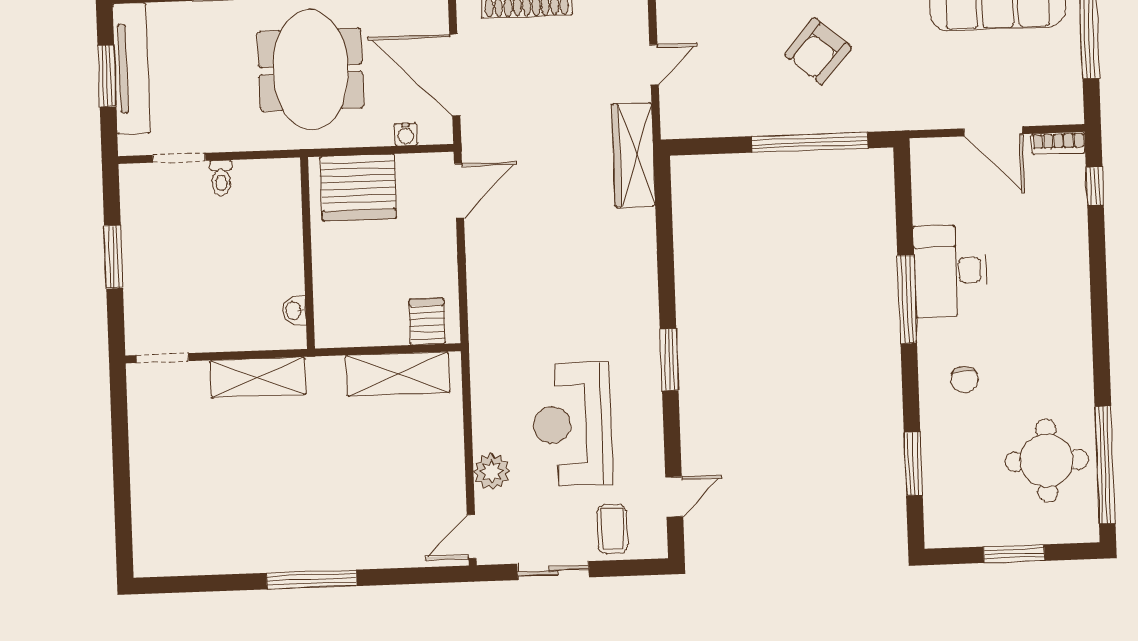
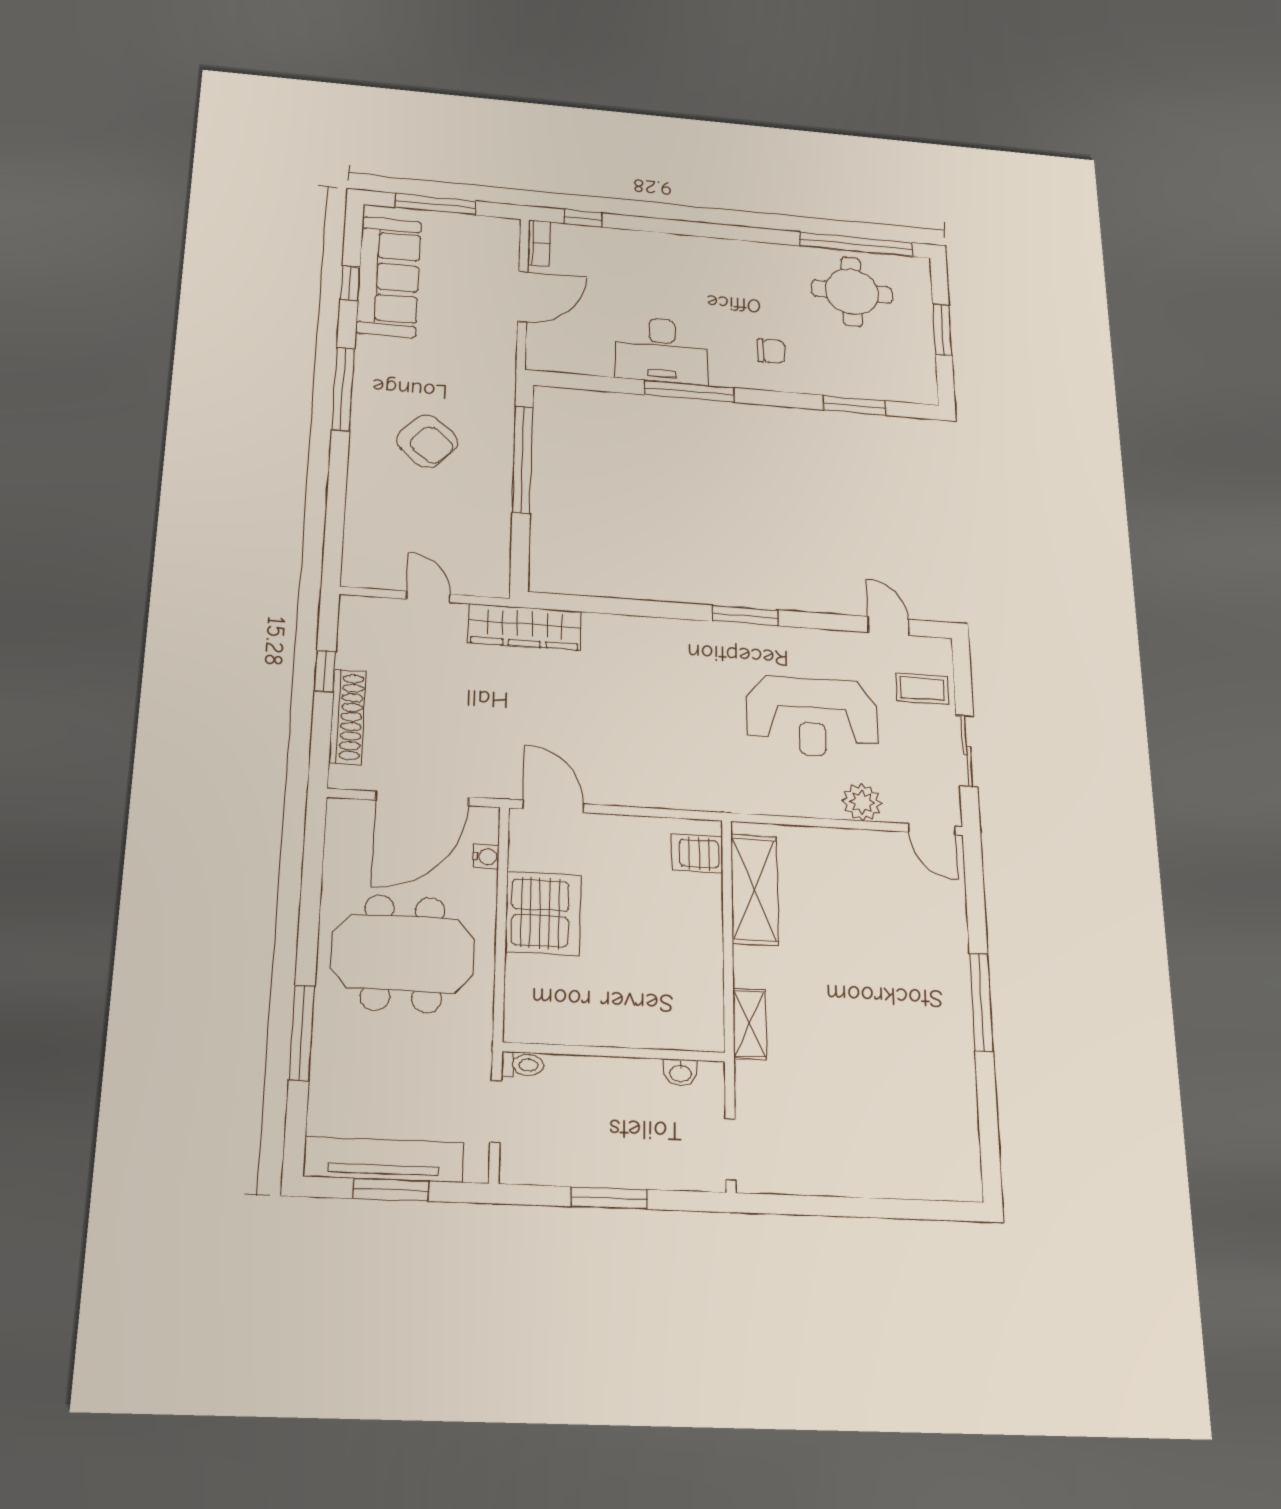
wall: (307, 253) -> (614, 1052), moved
washbasin: (294, 311) -> (680, 1073), moved
shelving: (258, 377) -> (750, 1024), width x0.67, depth x0.75

